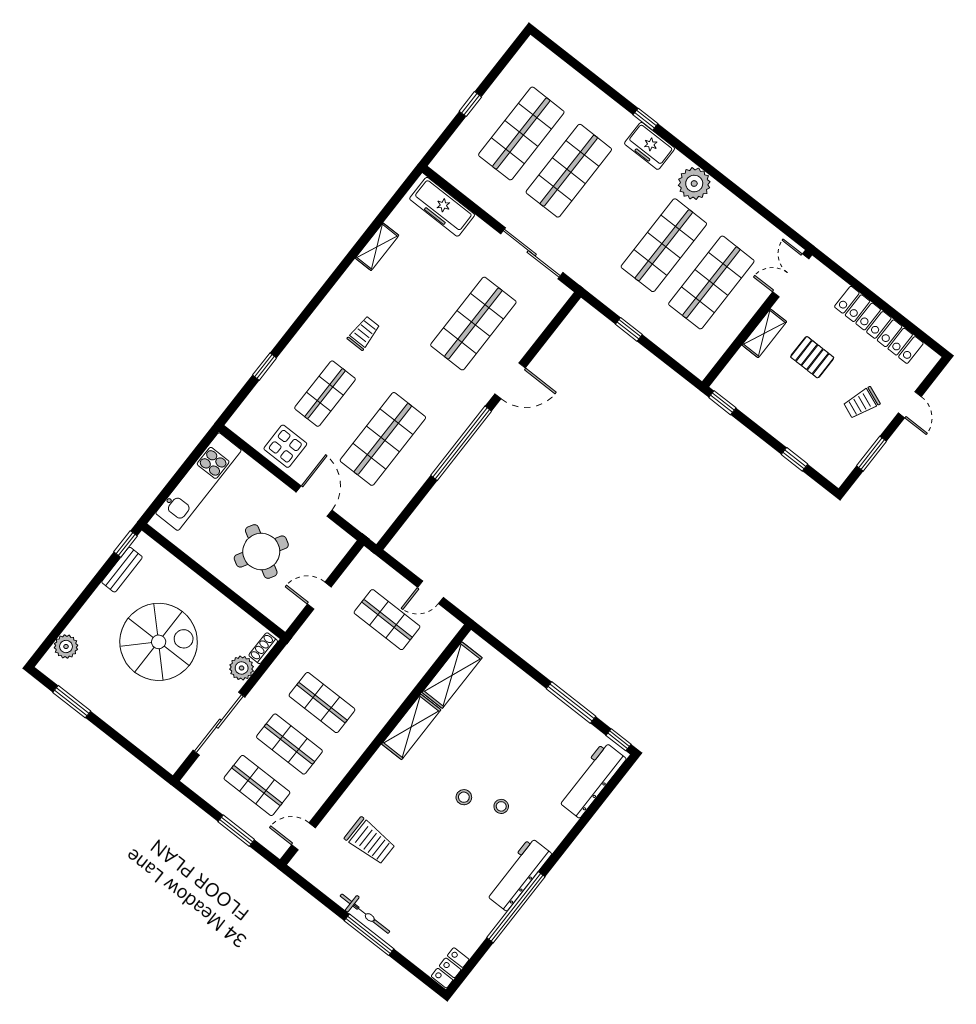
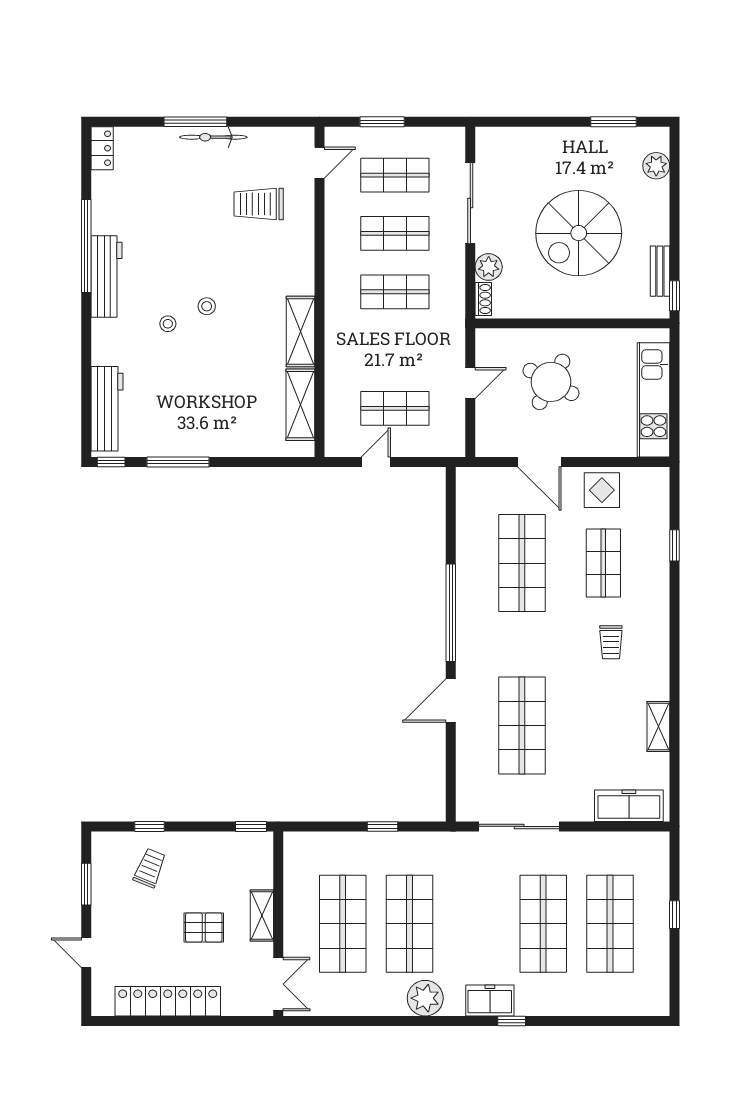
trolley: (862, 403) -> (150, 868), moved

